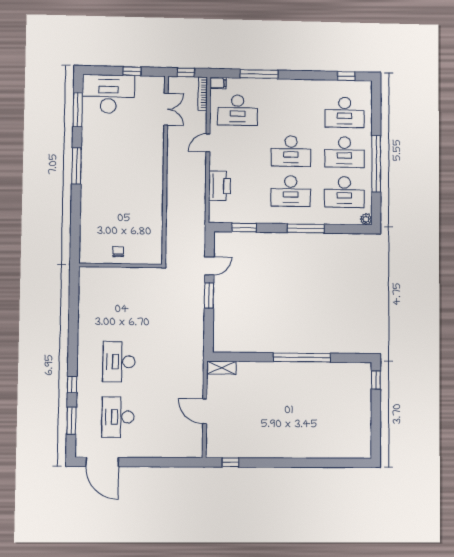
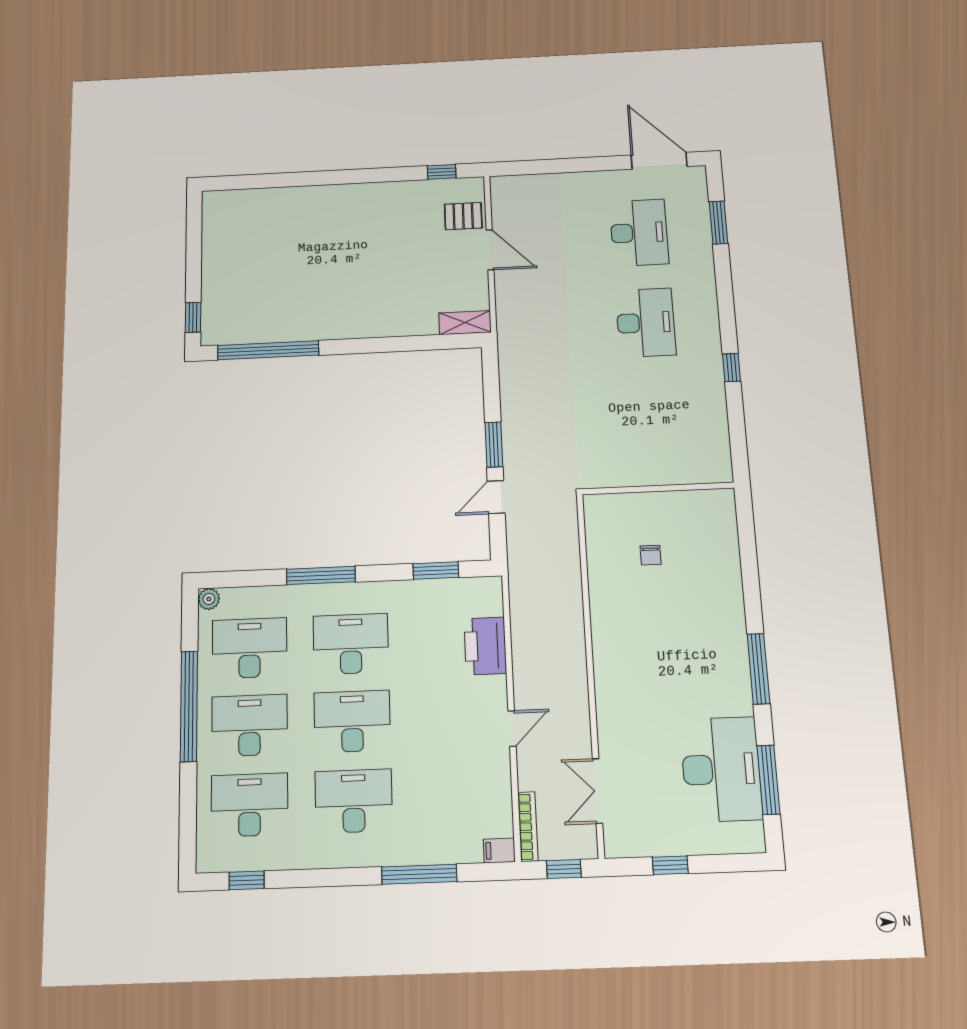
desk: (108, 94) -> (721, 769), moved, turned -90
desk: (238, 110) -> (354, 801), moved
chair: (118, 252) -> (651, 555), moved
window: (302, 357) -> (268, 350), moved
window: (72, 384) -> (732, 368), moved
pallet: (219, 433) -> (463, 216), added

